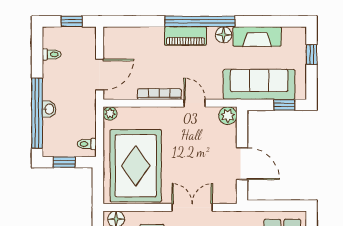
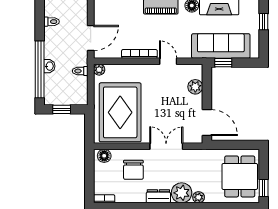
window: (284, 105) -> (223, 63), moved
plant: (228, 116) -> (195, 87), moved
toilet: (87, 144) -> (80, 71), moved
door: (242, 164) -> (207, 123), moved

